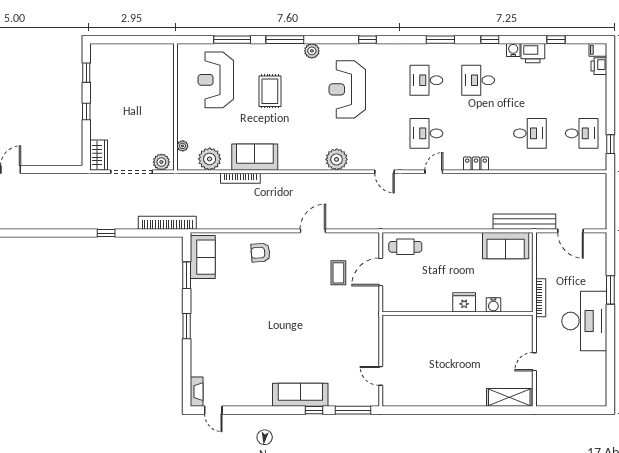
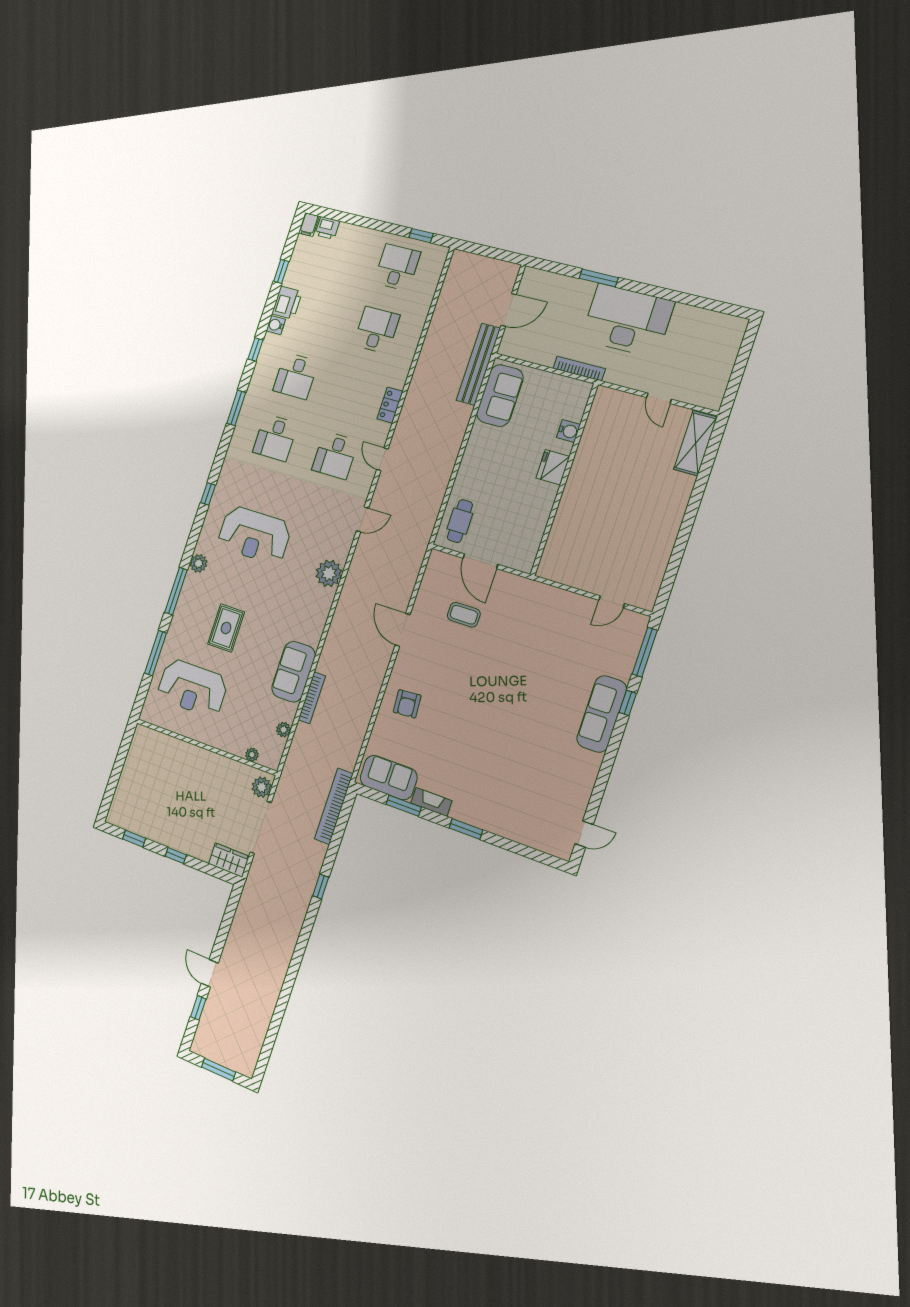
rug: (270, 91) -> (226, 628), turned 90
plant: (210, 159) -> (283, 730), width x0.53, depth x0.53
fireplace: (197, 392) -> (431, 802), moved

